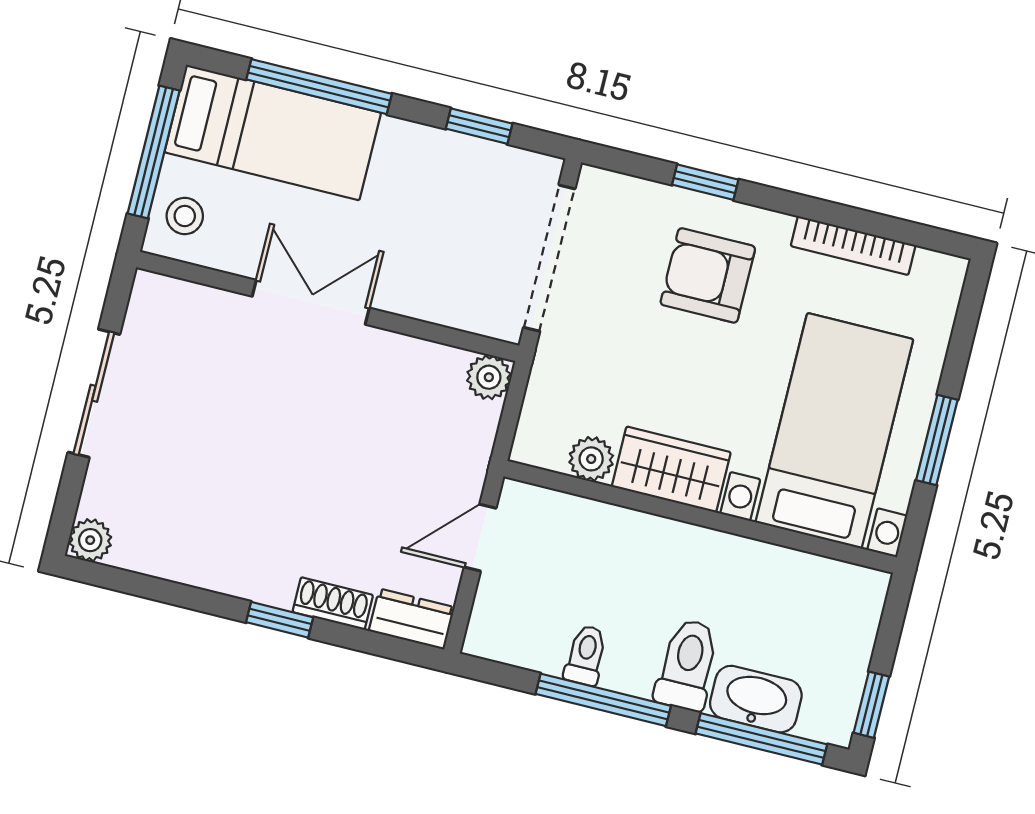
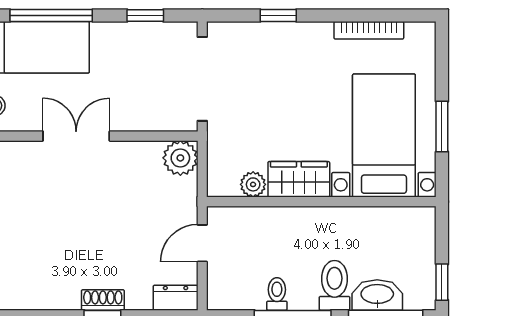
armchair: (708, 275) -> (293, 67), removed
plant: (489, 377) -> (180, 158), width x1.38, depth x1.38
shoe rack: (333, 603) -> (103, 300), moved

